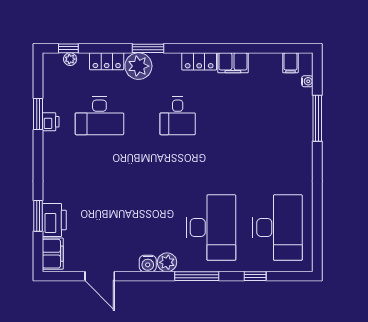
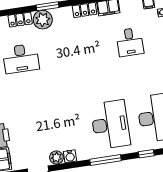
desk: (178, 116) -> (130, 42), moved
plant: (167, 262) -> (56, 157), moved

